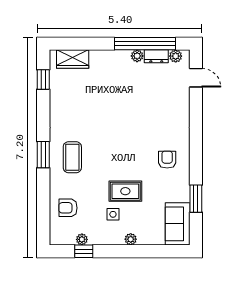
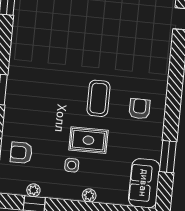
coffee table: (72, 157) -> (98, 98), moved

